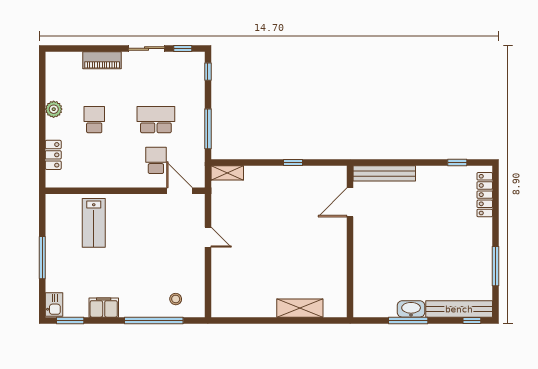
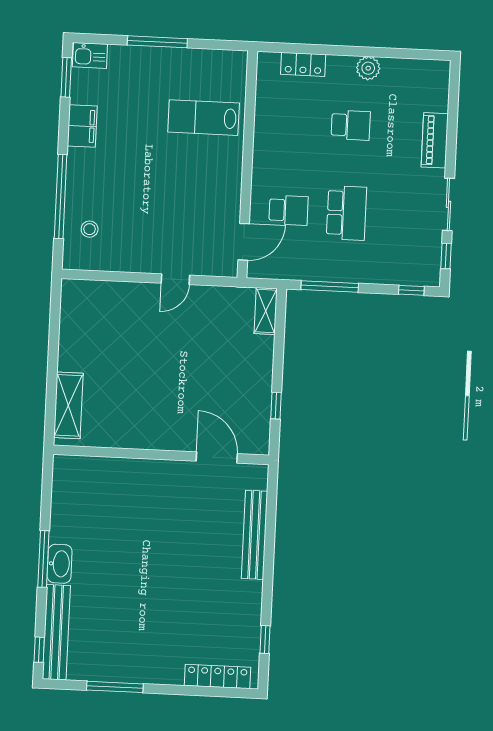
door: (350, 202) -> (217, 457), moved
wall: (350, 241) -> (161, 455), moved

